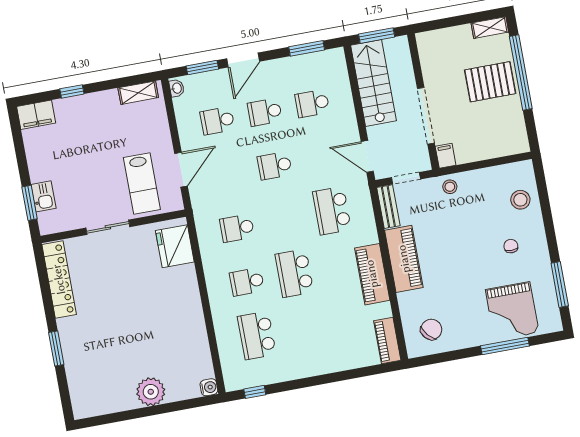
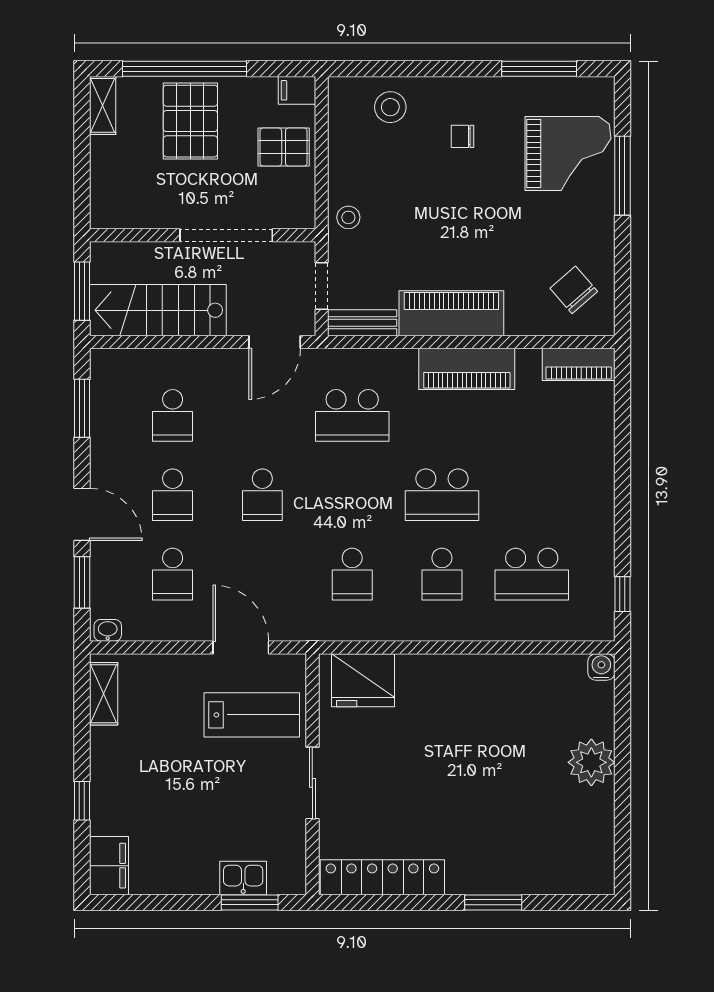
pallet: (485, 140) -> (284, 147), added
filing cabinet: (446, 156) -> (297, 90), moved

